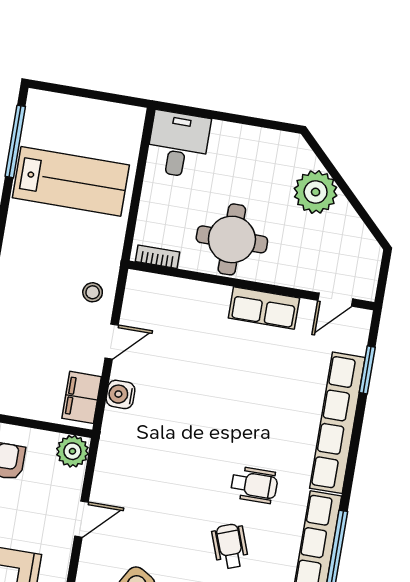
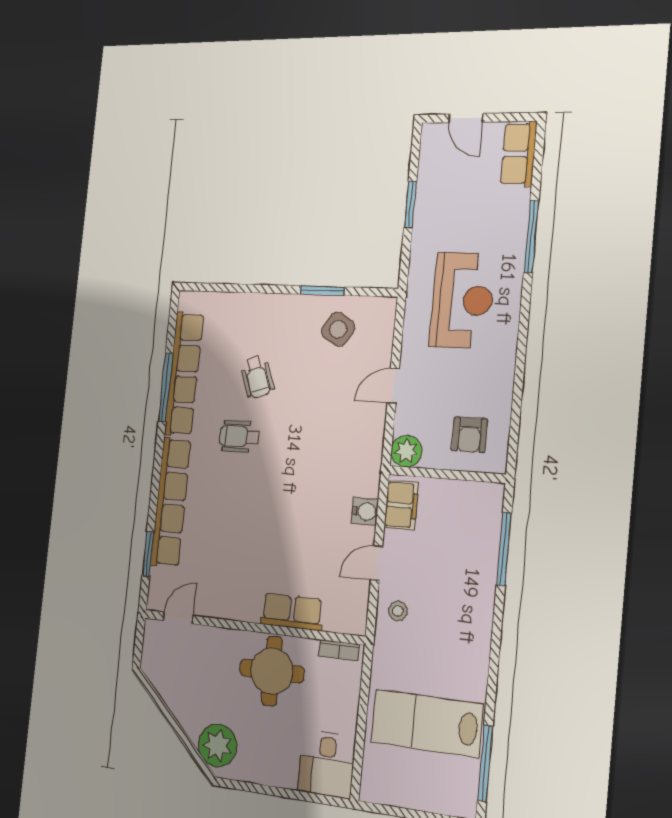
plant: (316, 192) -> (217, 745), moved
row of seats: (264, 308) -> (292, 612), moved

